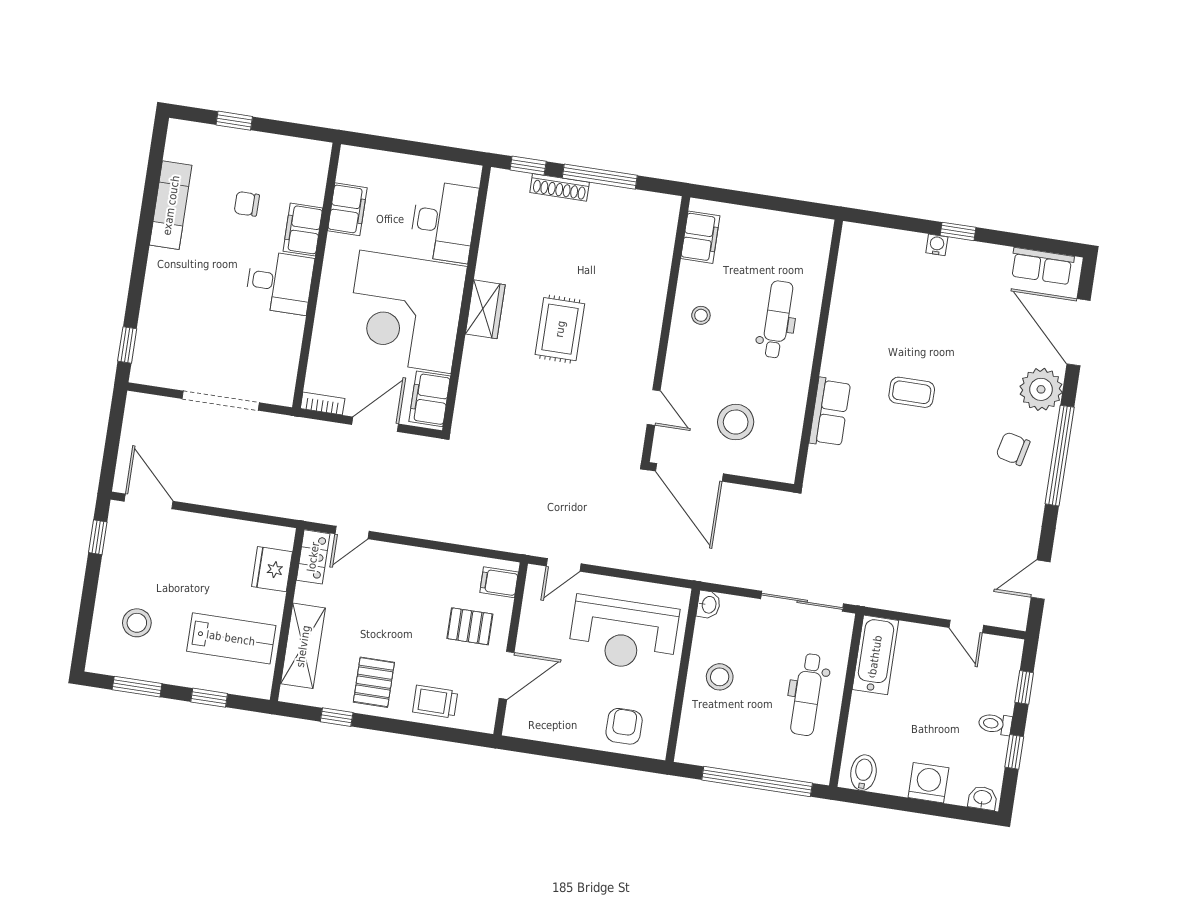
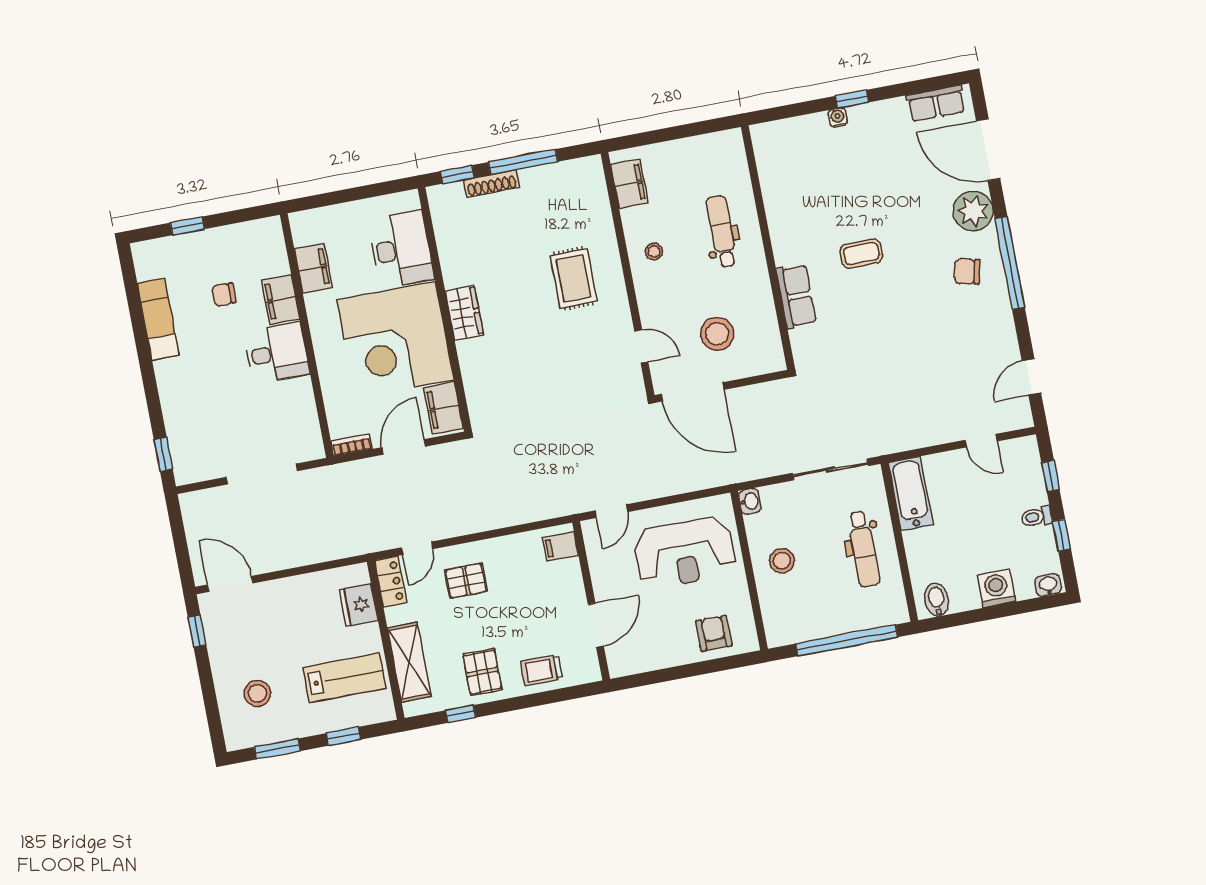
rug: (560, 329) -> (574, 278), moved
pallet: (470, 626) -> (466, 581), moved

